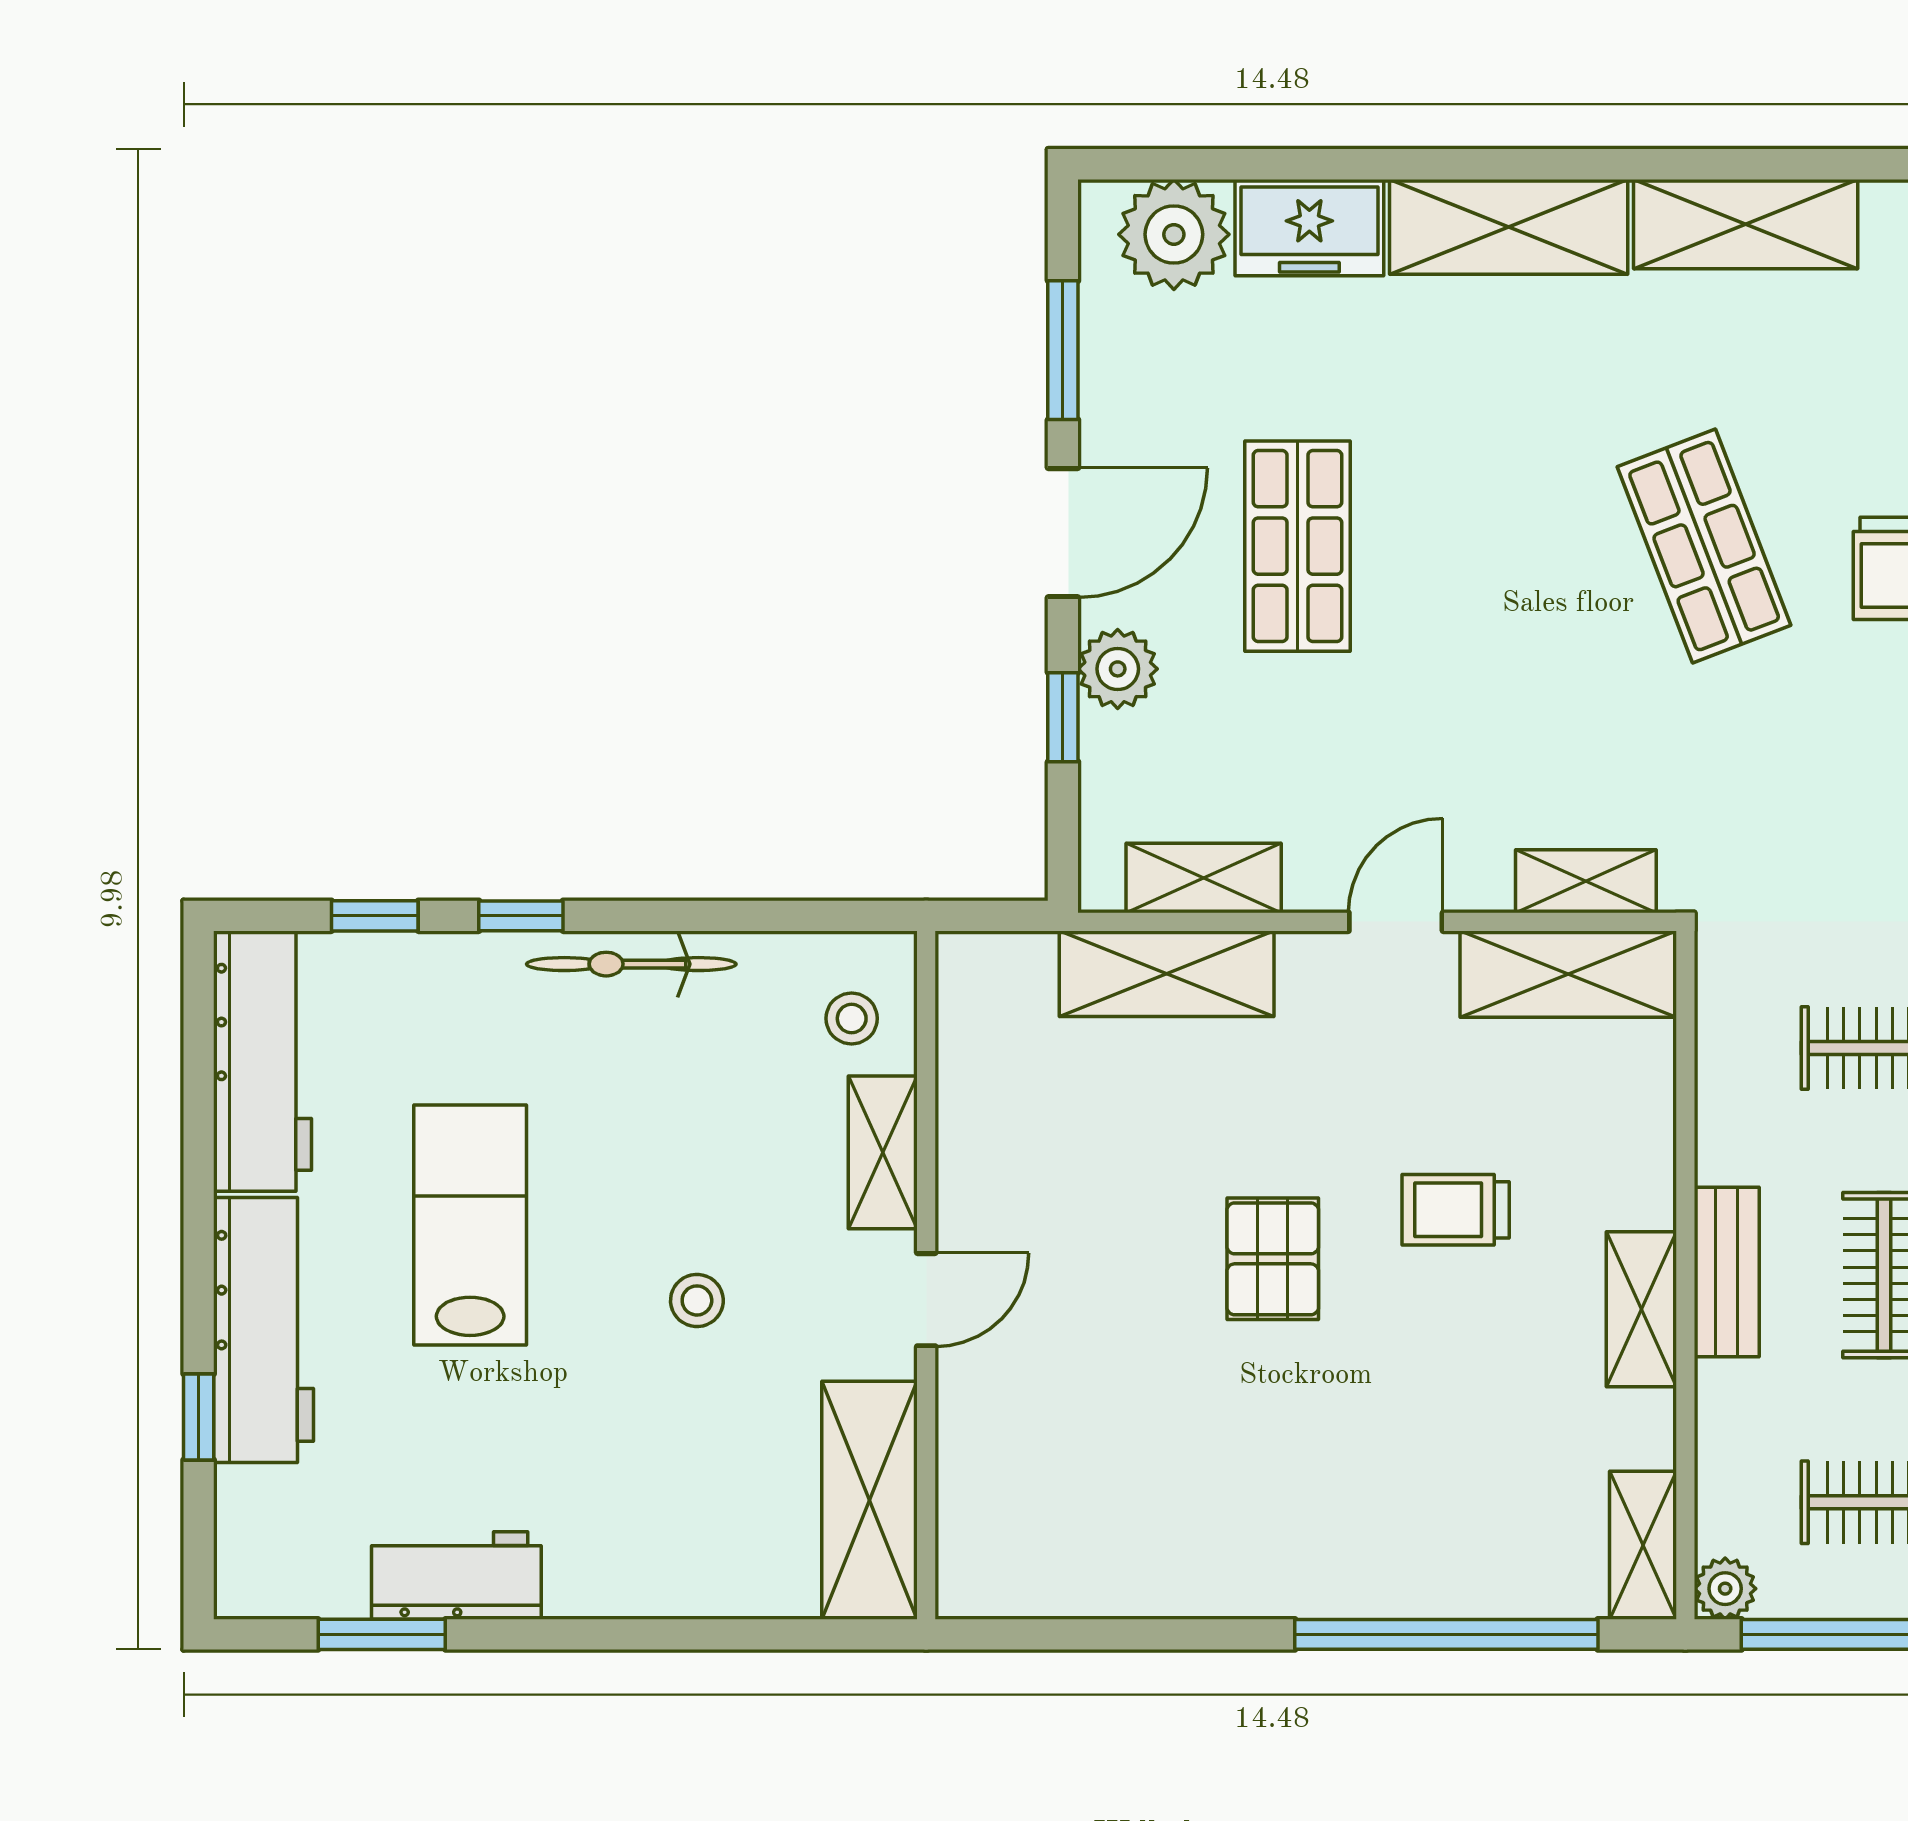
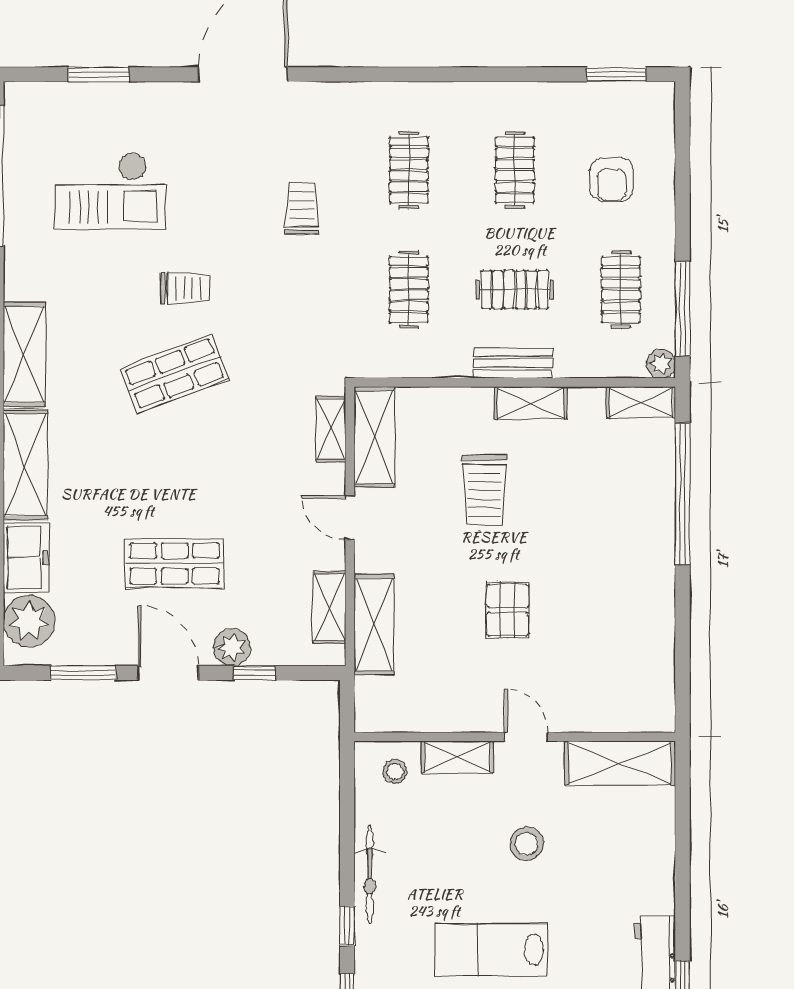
trolley: (1456, 1210) -> (484, 490), width x1.36, depth x1.39
pallet: (1273, 1259) -> (508, 610), moved, turned 90
stool: (697, 1300) -> (527, 844), width x1.37, depth x1.37

